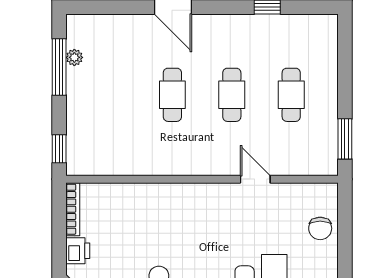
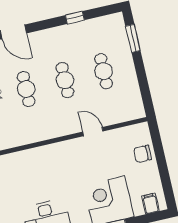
window: (345, 139) -> (133, 38), moved
chair: (320, 228) -> (143, 154), turned 90

